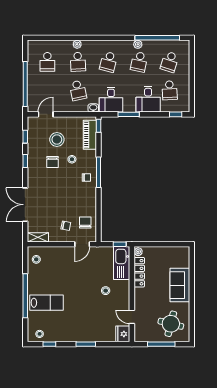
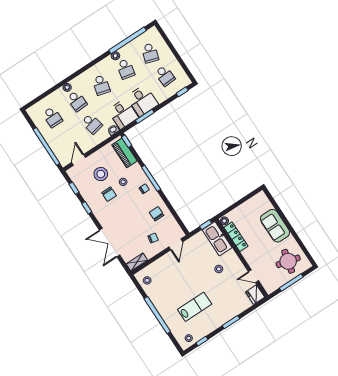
desk: (148, 99) -> (142, 101), moved
chair: (85, 223) -> (157, 214), moved
lab bench: (46, 303) -> (195, 307), moved

